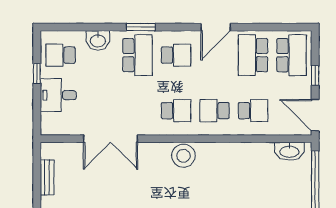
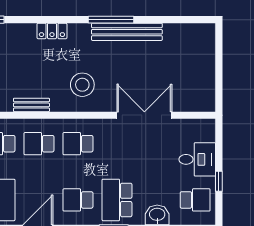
school desk: (215, 111) -> (39, 144), turned 180
stool: (183, 156) -> (82, 85), moved
bench: (47, 177) -> (31, 105), moved, turned 90

